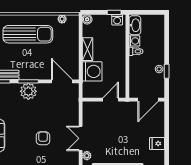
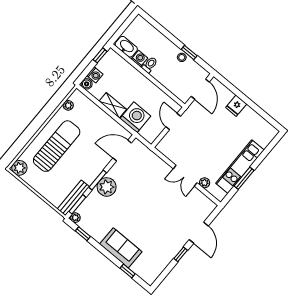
washing machine: (117, 20) -> (95, 75), moved
armchair: (43, 138) -> (158, 208), removed
fridge: (157, 143) -> (236, 106), moved

